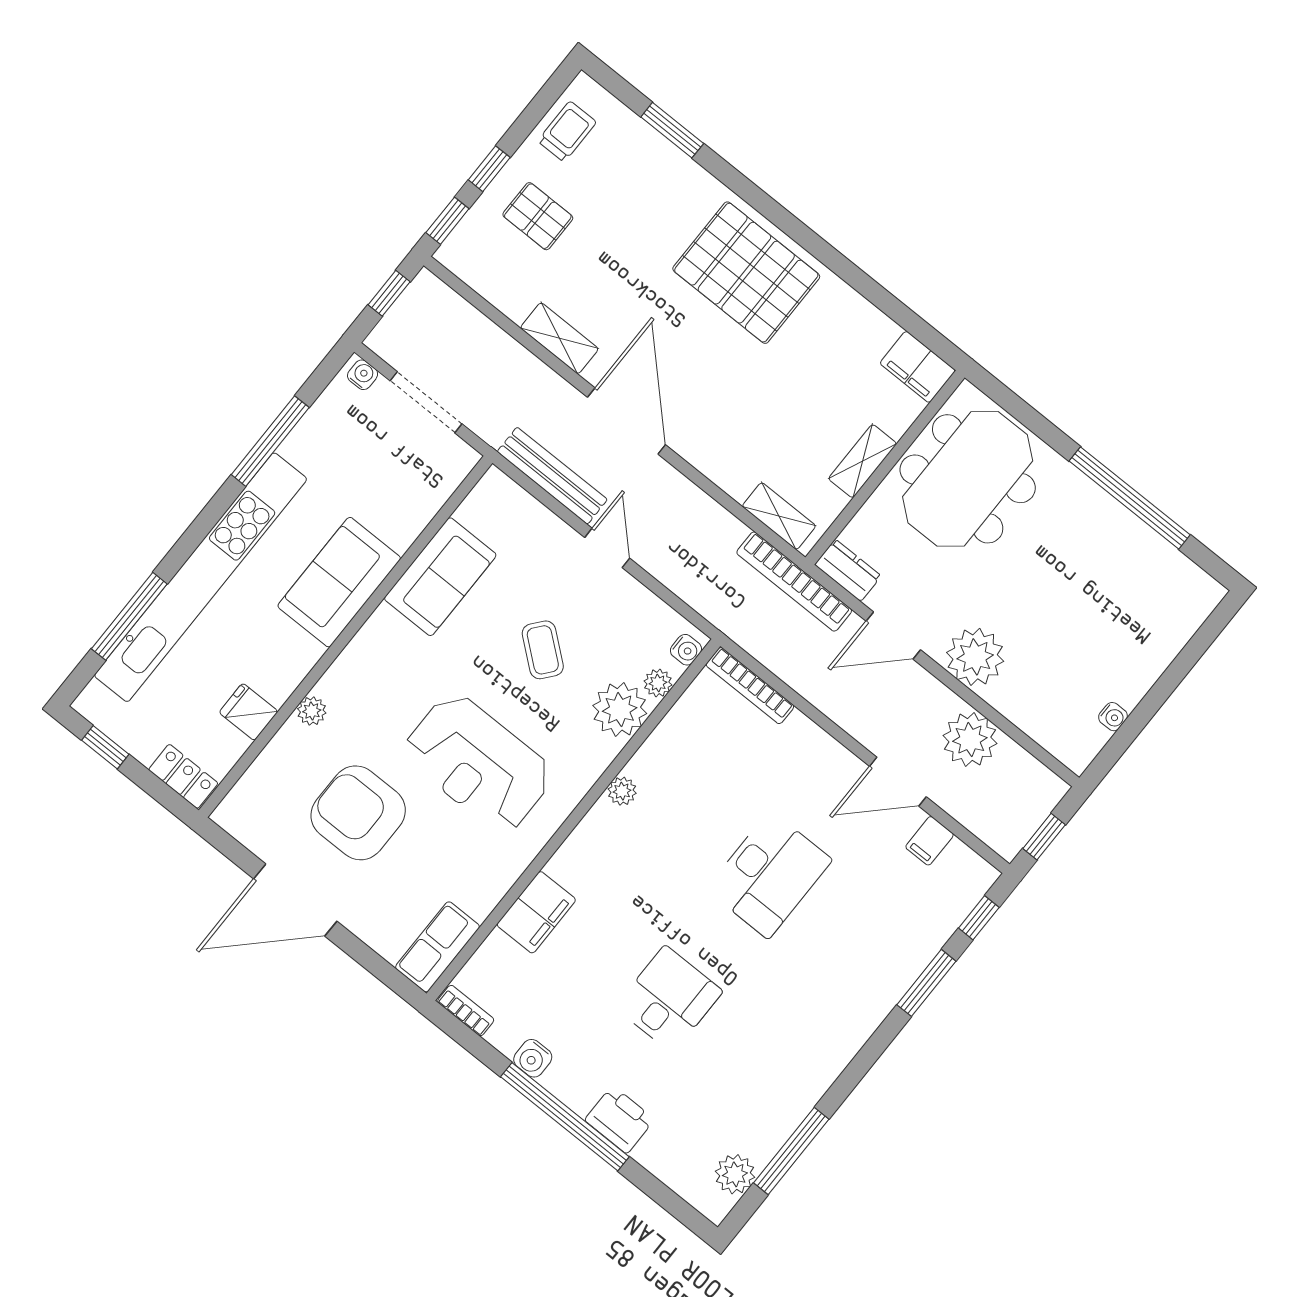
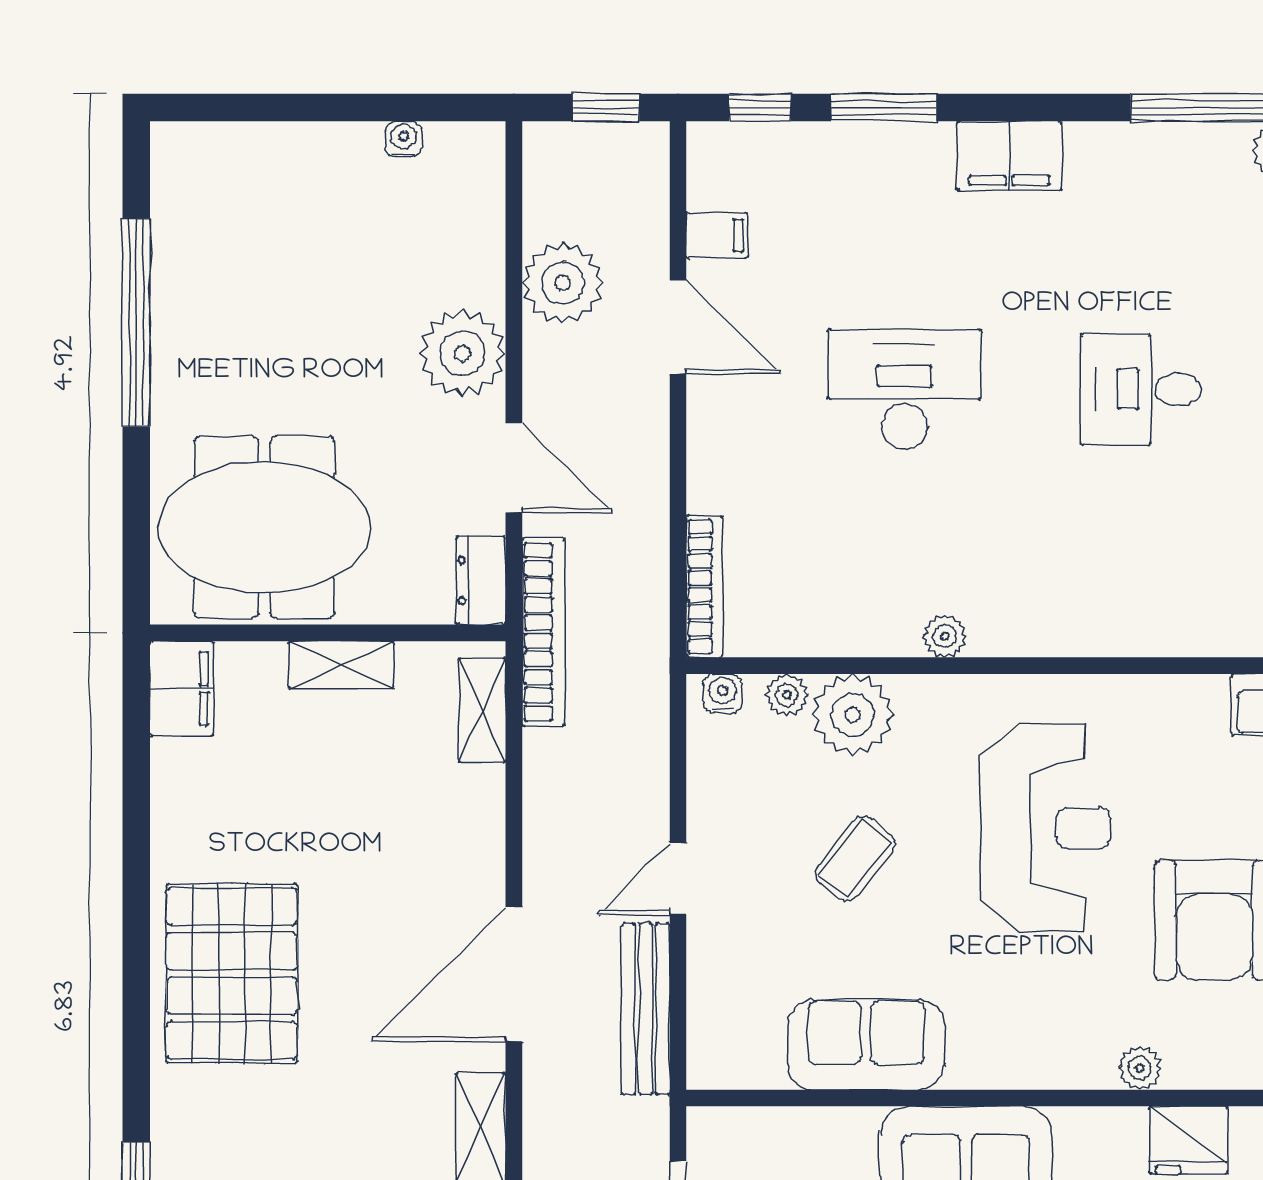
fridge: (249, 712) -> (1188, 1140), width x1.38
filing cabinet: (536, 912) -> (1009, 156), moved, turned 180

